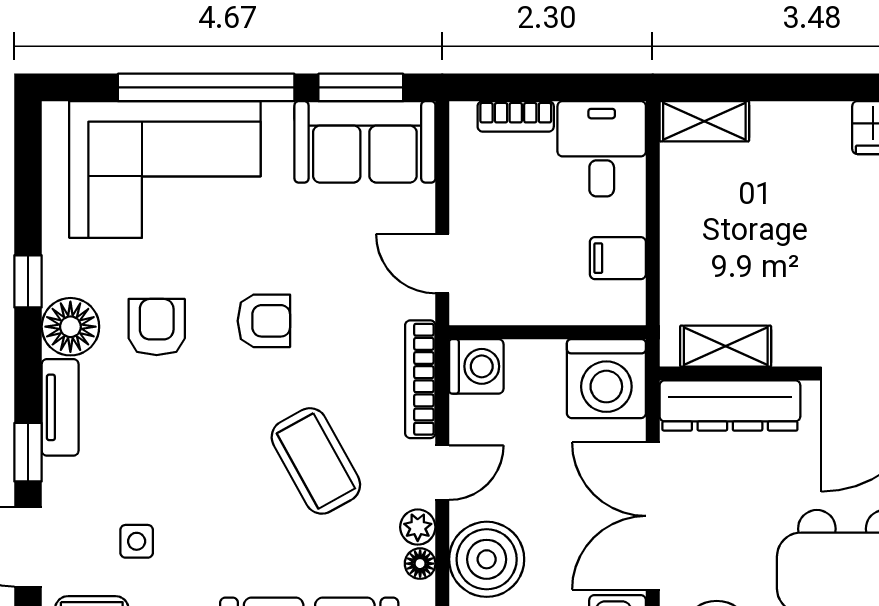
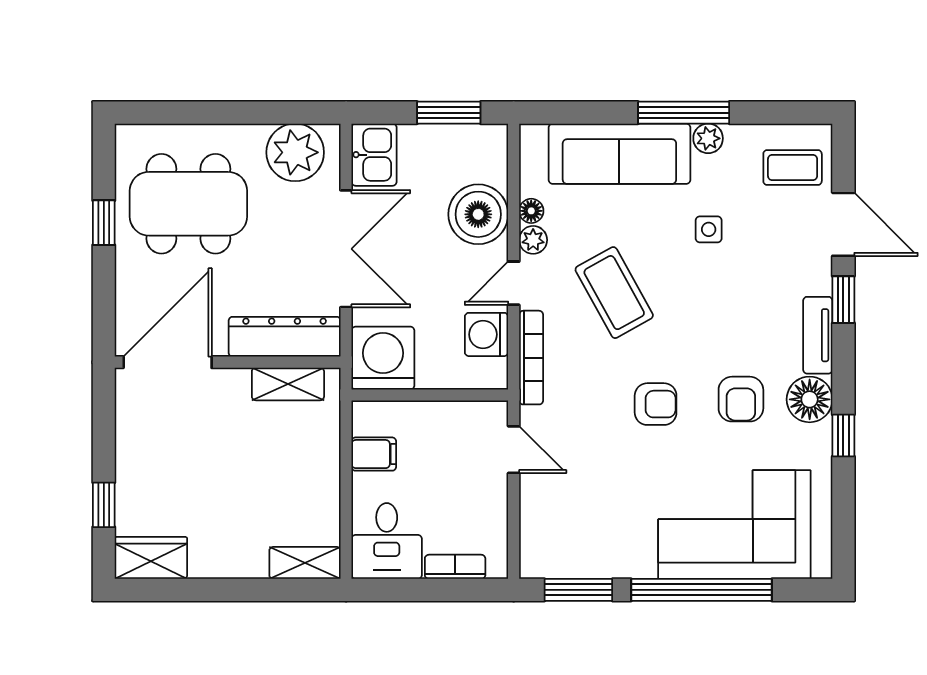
sofa: (365, 142) -> (575, 547), removed
armchair: (264, 321) -> (656, 404), turned 180
washing machine: (476, 366) -> (486, 334), moved
side table: (137, 541) -> (709, 229), moved

